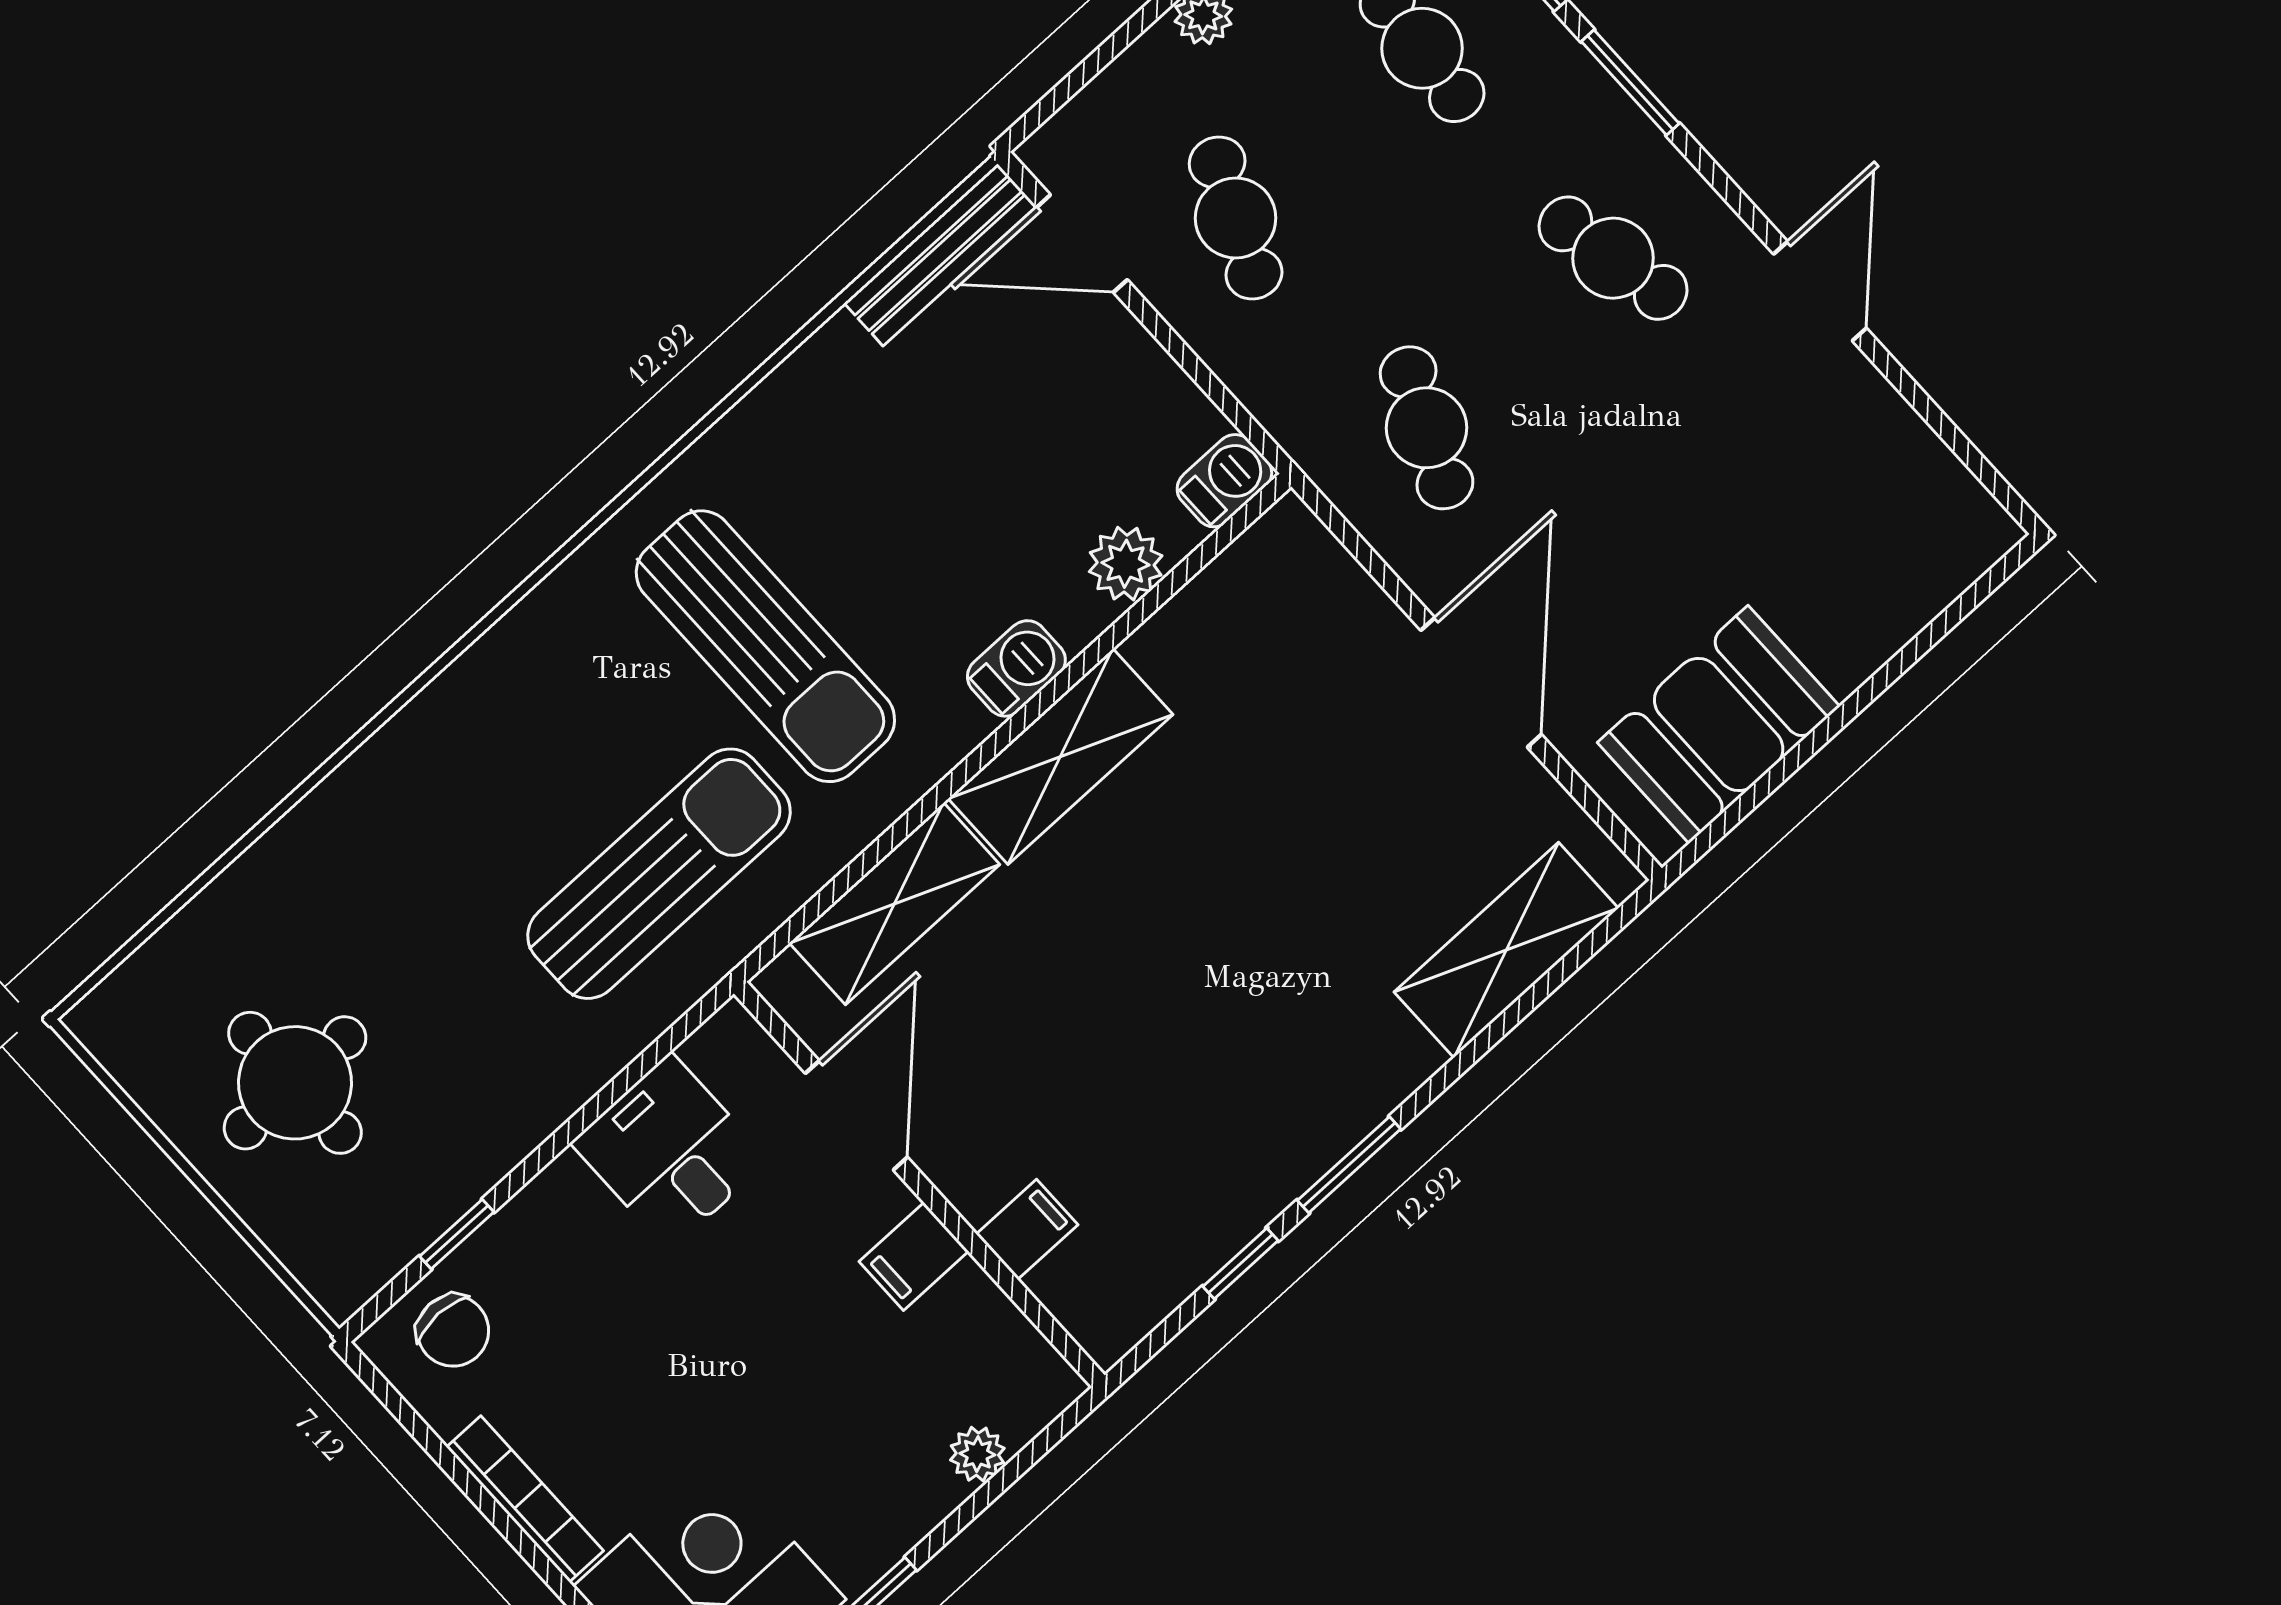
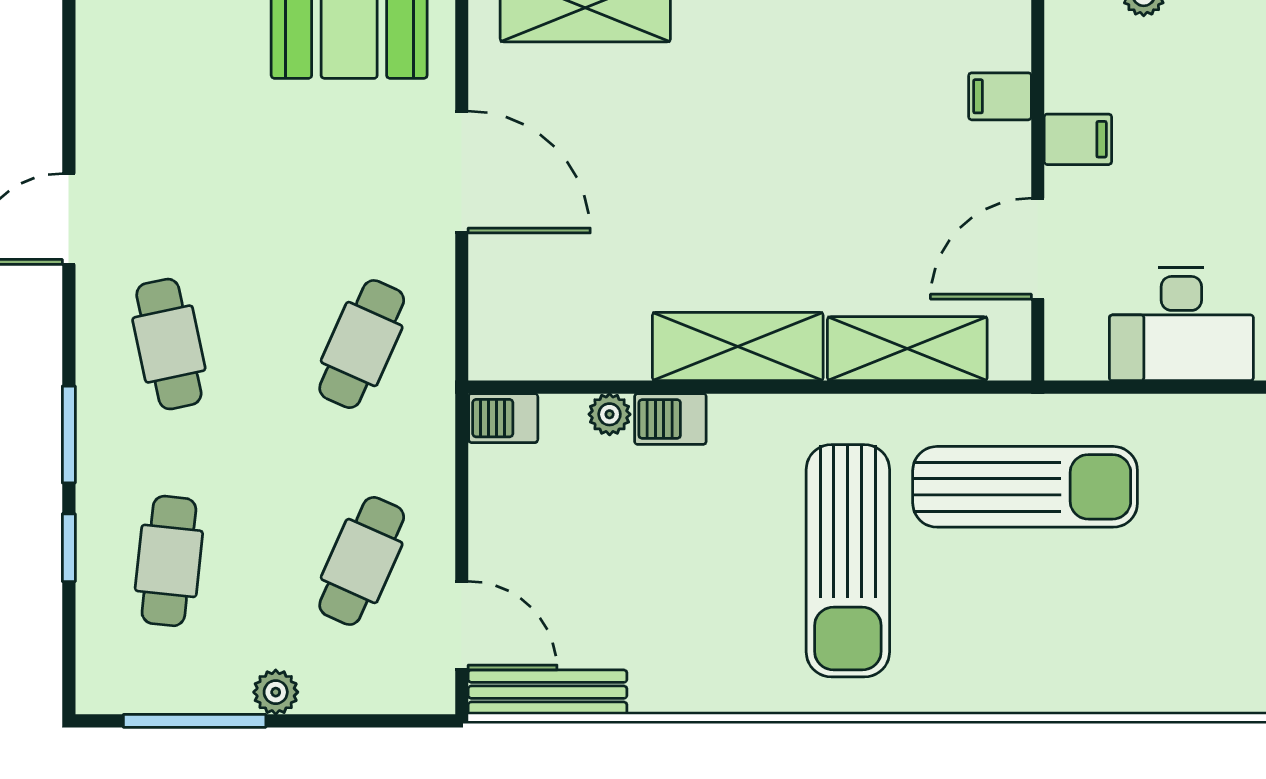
plant: (1126, 564) -> (610, 414), width x0.73, depth x0.73
sun lounger: (765, 646) -> (848, 561), turned 180
barbecue: (1016, 668) -> (670, 419), moved
door: (1481, 682) -> (462, 172), swing flipped
sun lounger: (659, 874) -> (1025, 487), turned 180
desk: (670, 1152) -> (1181, 324), width x1.37

